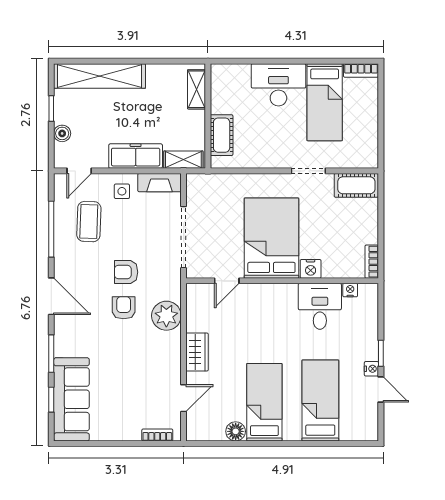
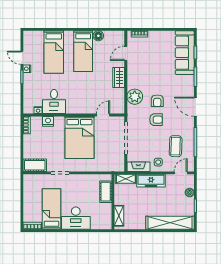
nightstand: (311, 269) -> (48, 121), moved

